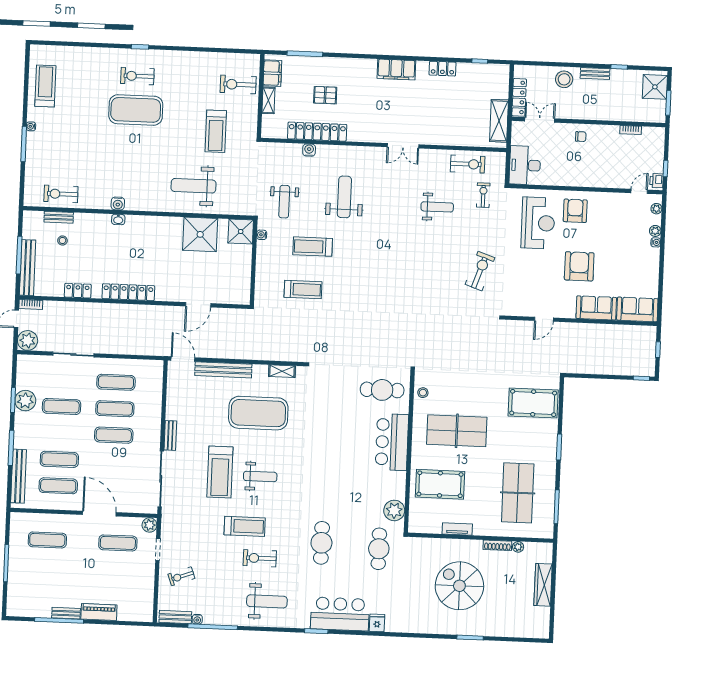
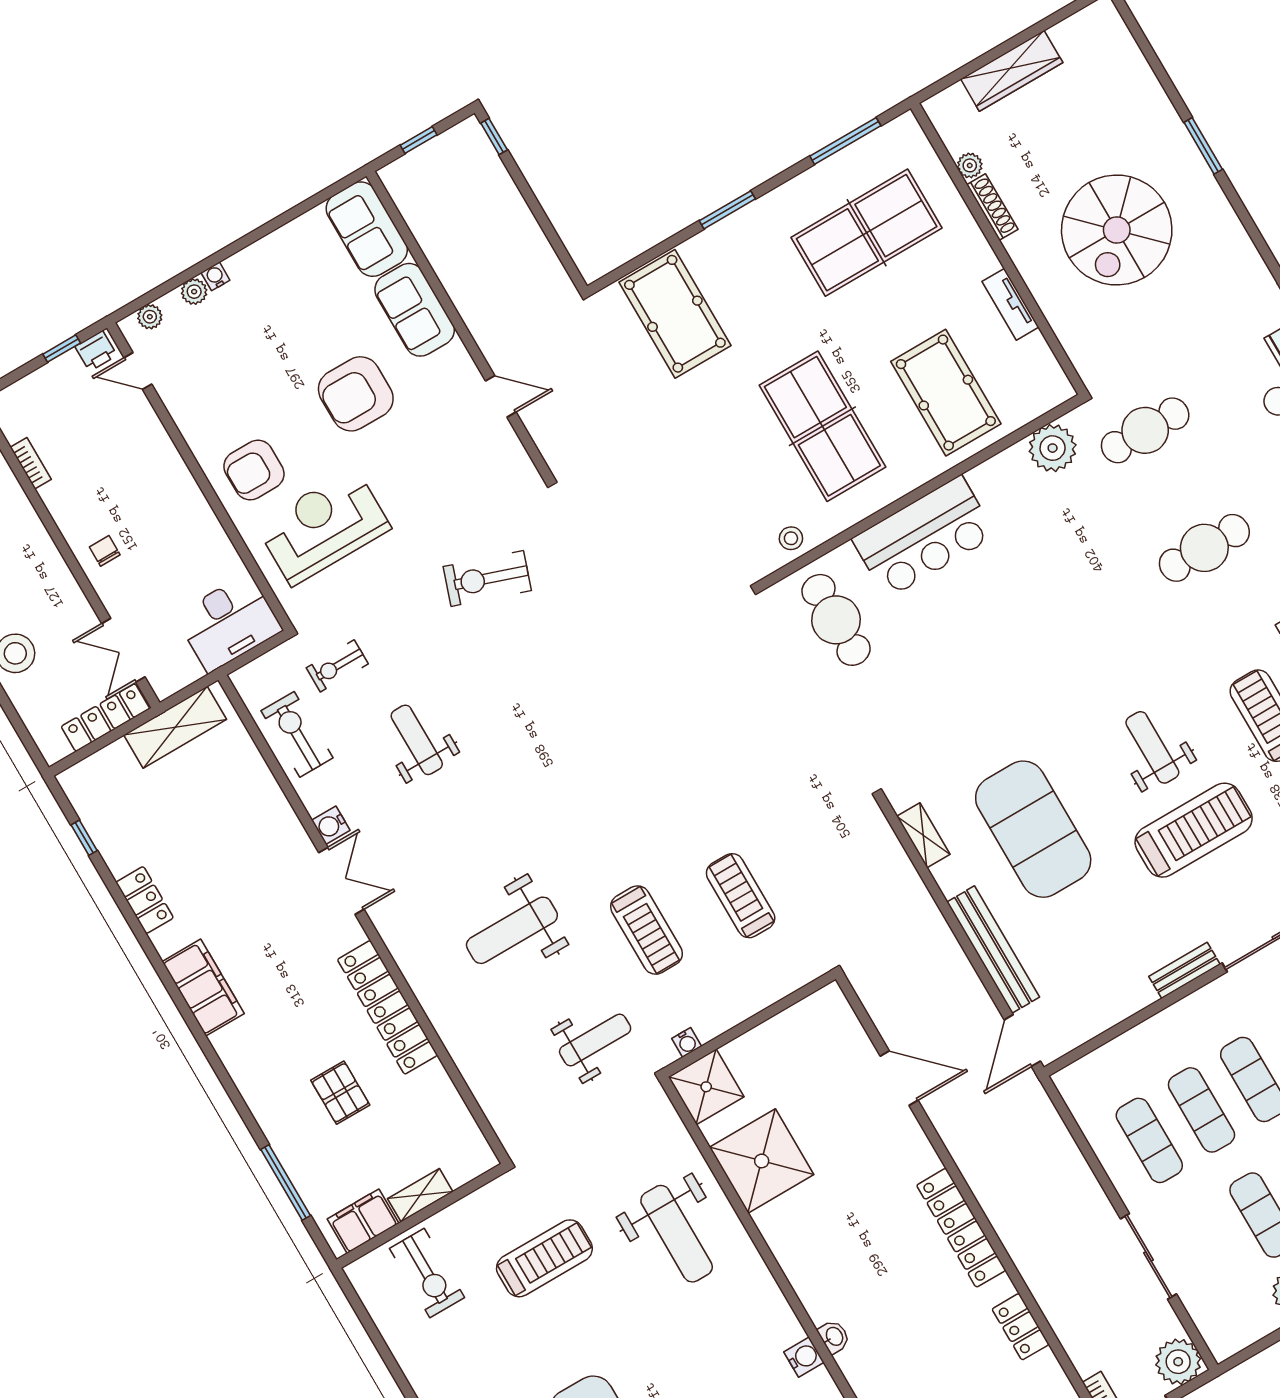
locker: (317, 132) -> (388, 1007), moved
water cooler: (309, 150) -> (331, 825), moved

